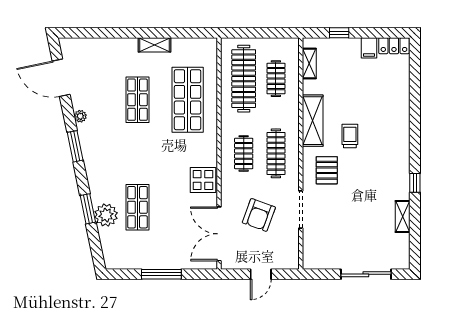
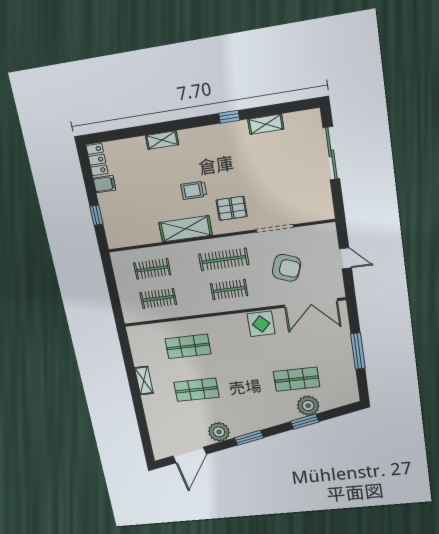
shelving: (309, 63) -> (162, 140), moved
clothes rail: (244, 79) -> (158, 298), width x0.54, depth x0.76
shop shelf: (188, 100) -> (188, 346), width x0.70, depth x0.74
plant: (80, 116) -> (219, 432), width x1.87, depth x1.87

